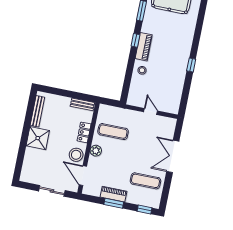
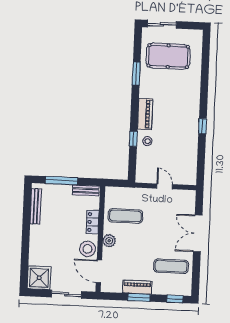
window: (136, 40) -> (133, 139), moved
window: (63, 93) -> (61, 181), added
shower: (38, 138) -> (39, 278), moved

